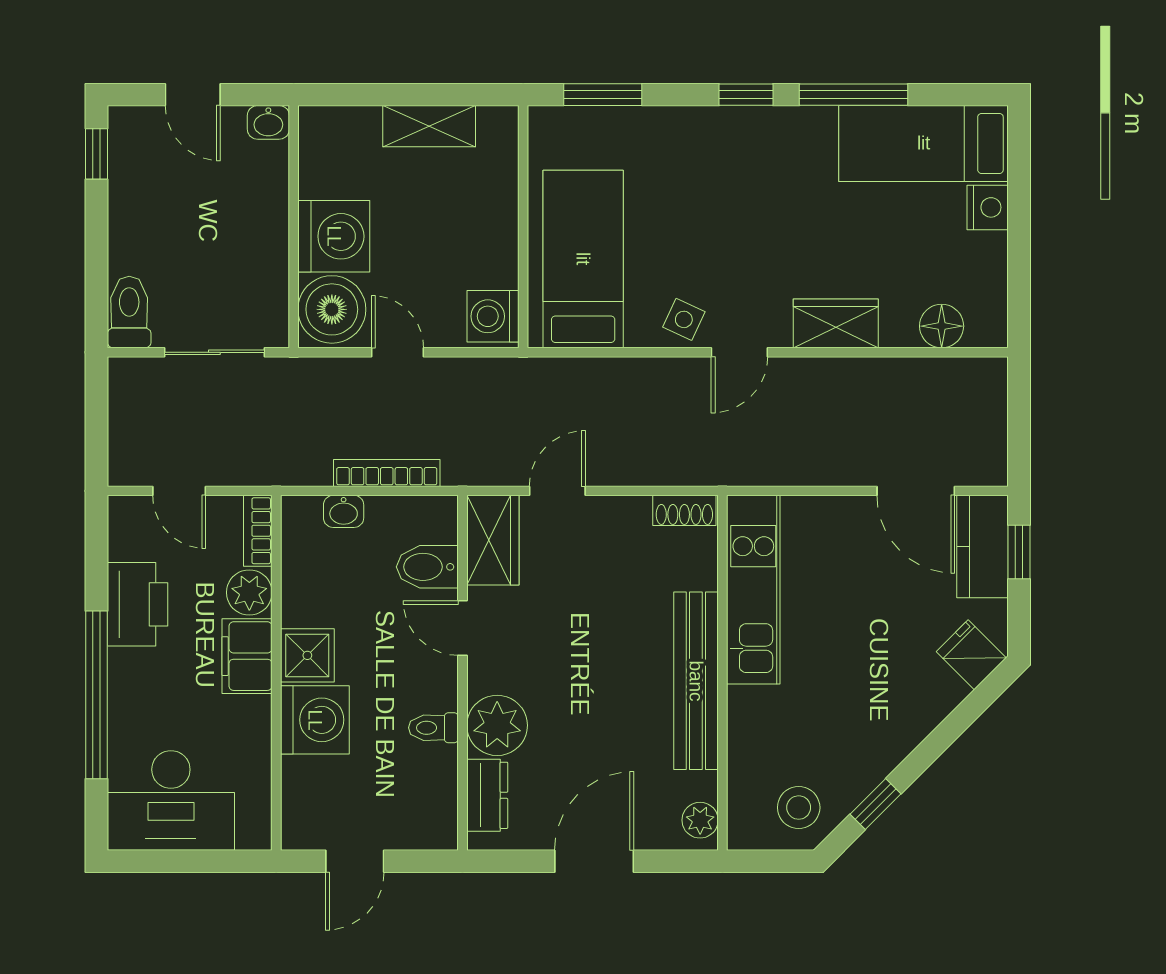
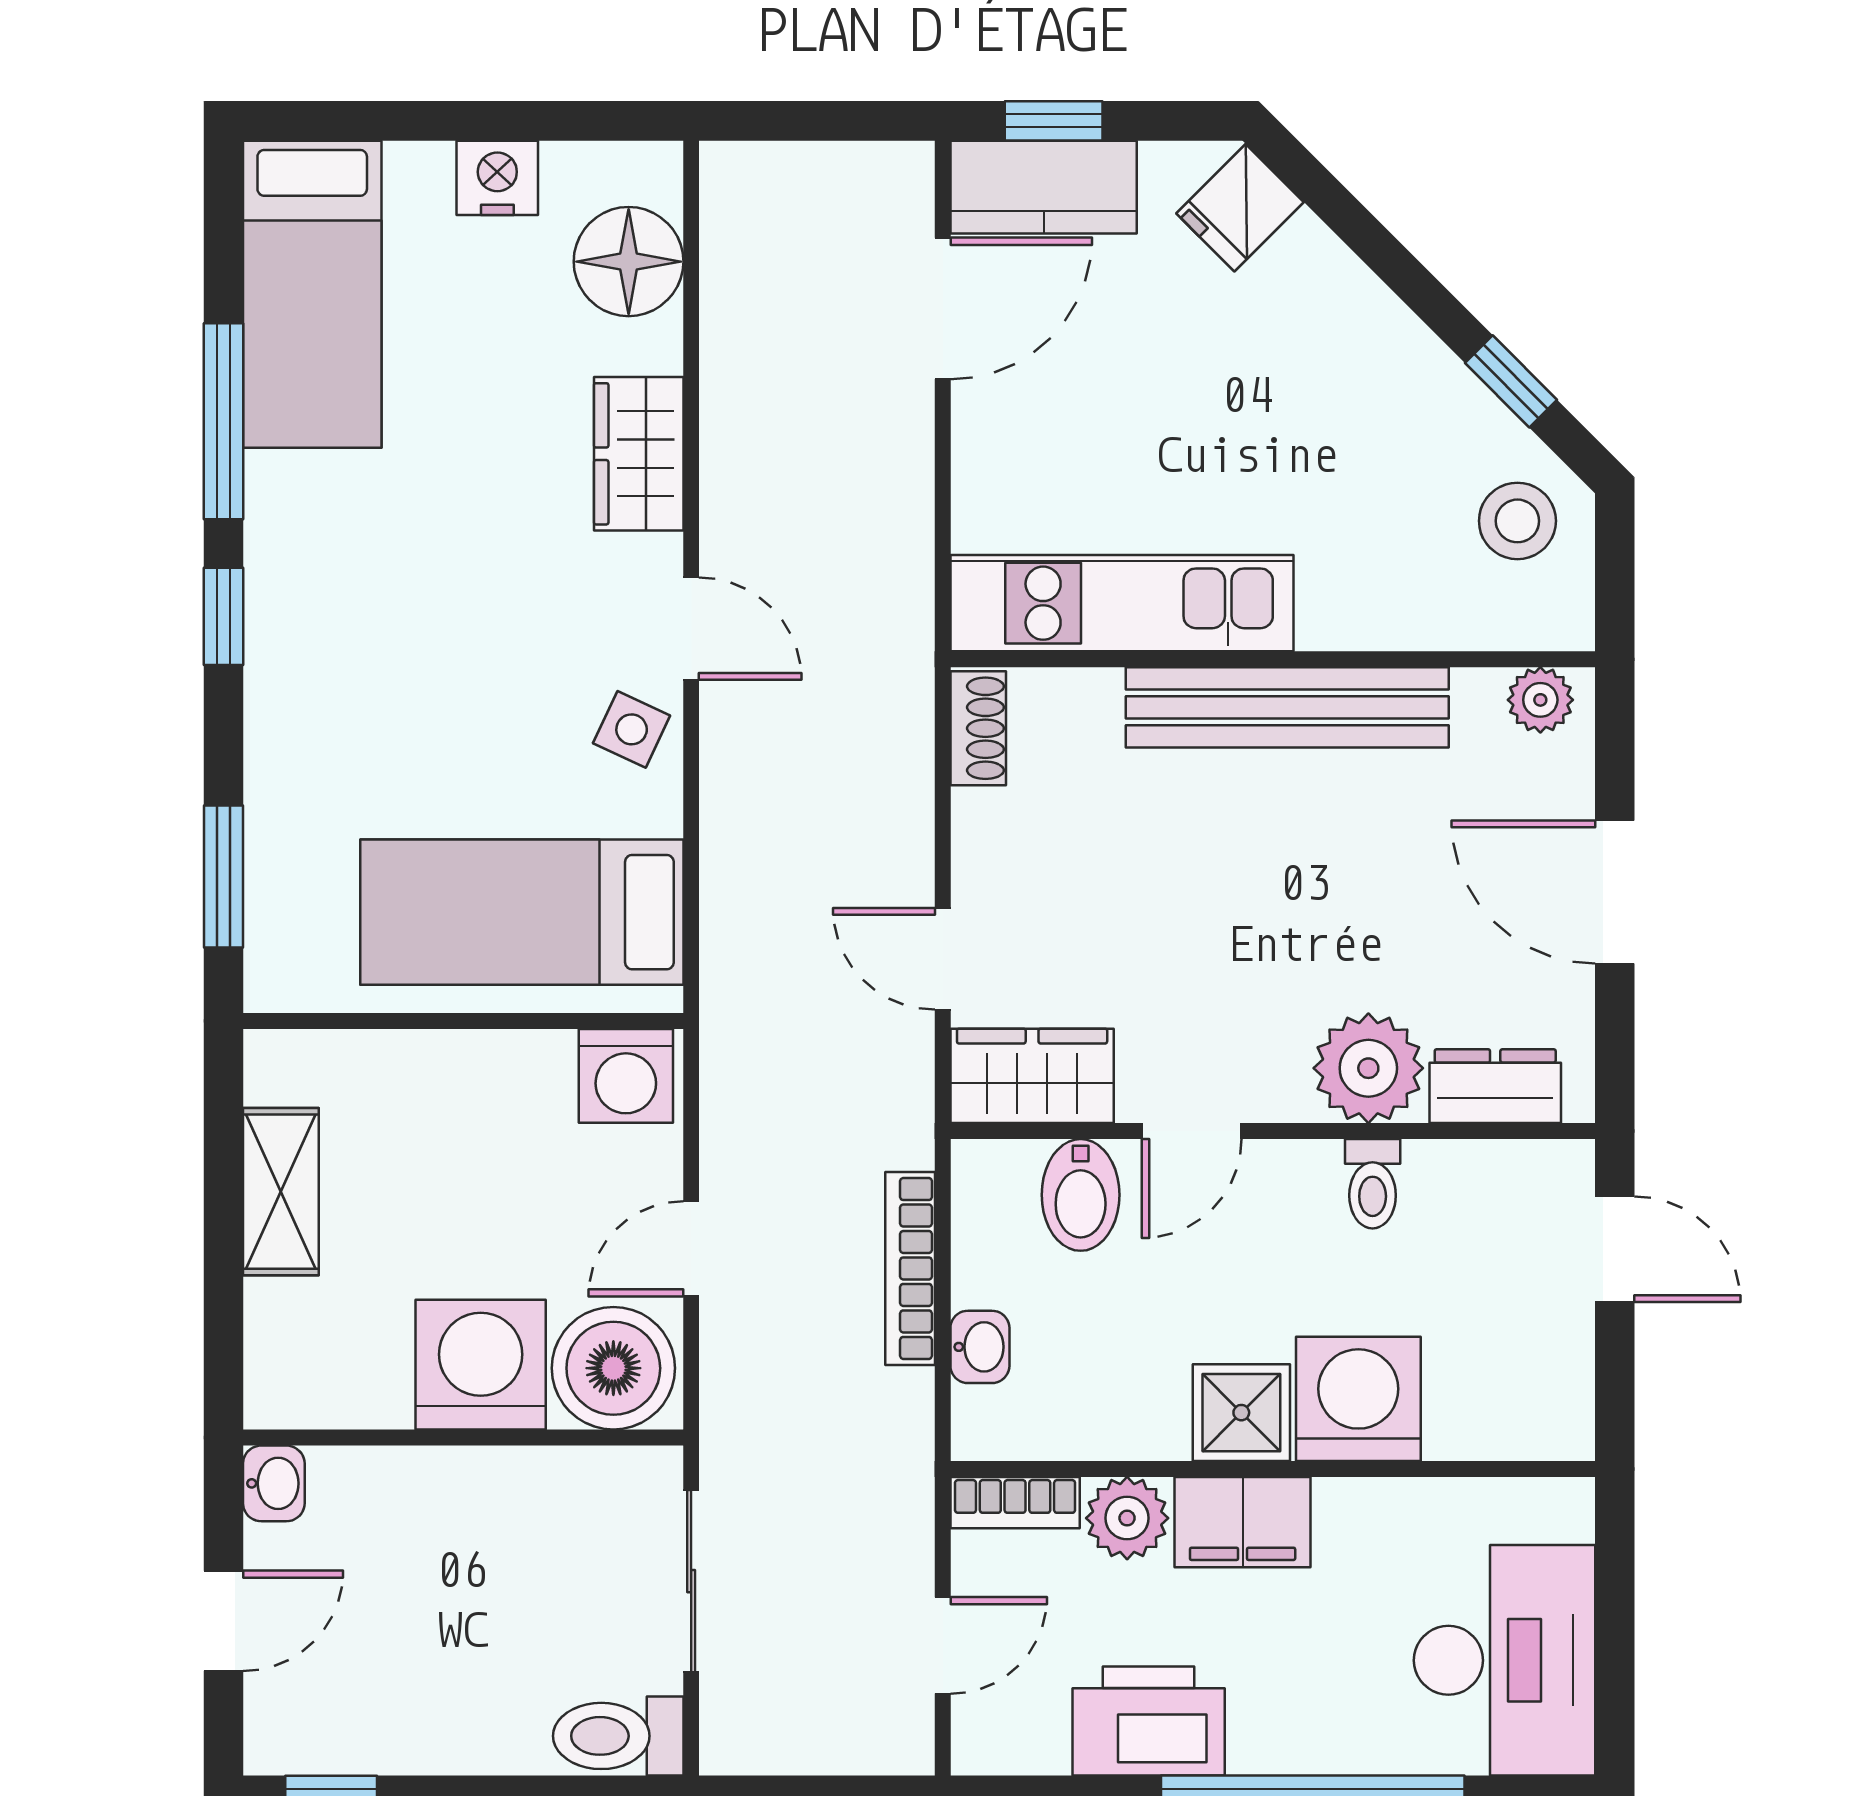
nightstand: (988, 207) -> (497, 178), moved
floor lamp: (942, 326) -> (629, 262), width x1.38, depth x1.38
door: (355, 861) -> (1615, 1249), moved

